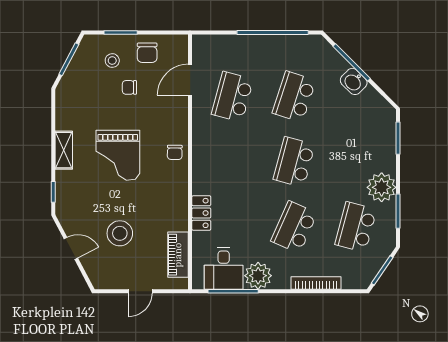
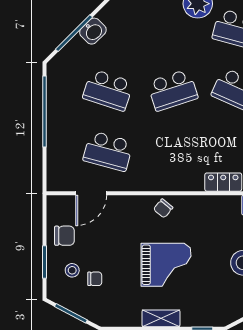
door: (190, 80) -> (91, 193), hinge flipped
chair: (129, 87) -> (95, 279), moved, turned -90
chair: (175, 152) -> (163, 208), turned 129
school desk: (294, 162) -> (173, 90), turned -33

